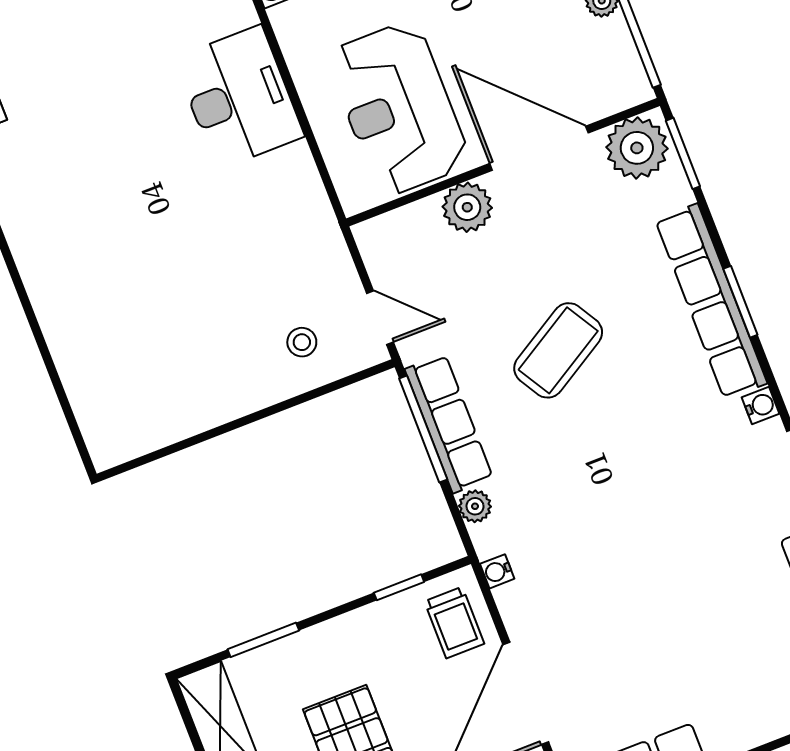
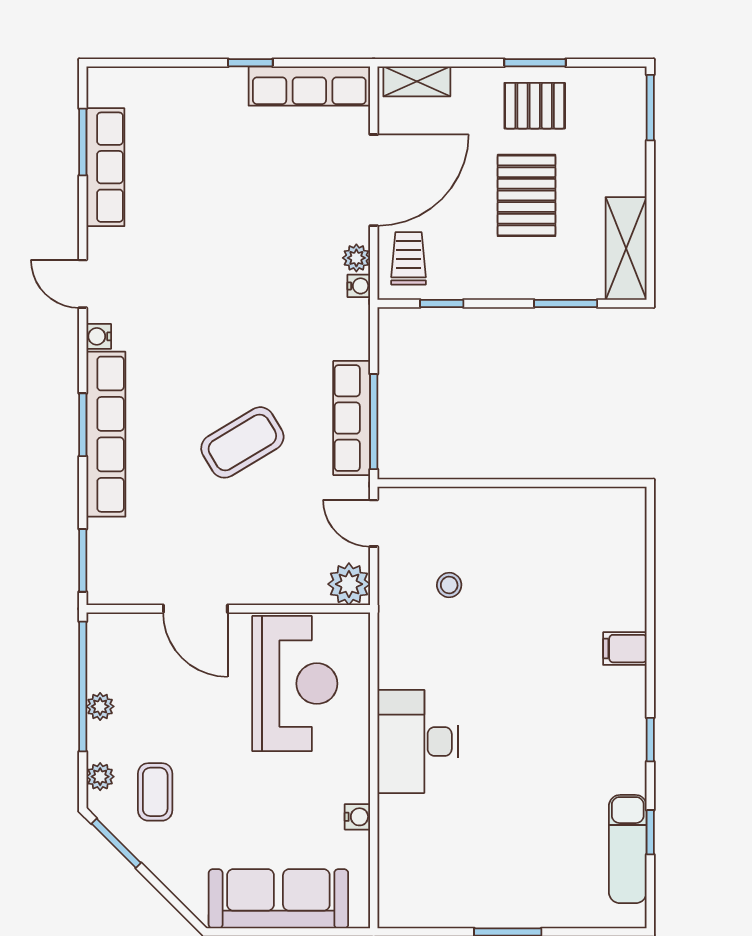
door: (539, 148) -> (195, 609), width x0.73
plant: (637, 148) -> (118, 579), removed
plant: (467, 207) -> (349, 584), moved
filing cabinet: (52, 287) -> (625, 649), added
stool: (302, 342) -> (449, 585), moved
plant: (475, 506) -> (356, 258), moved

